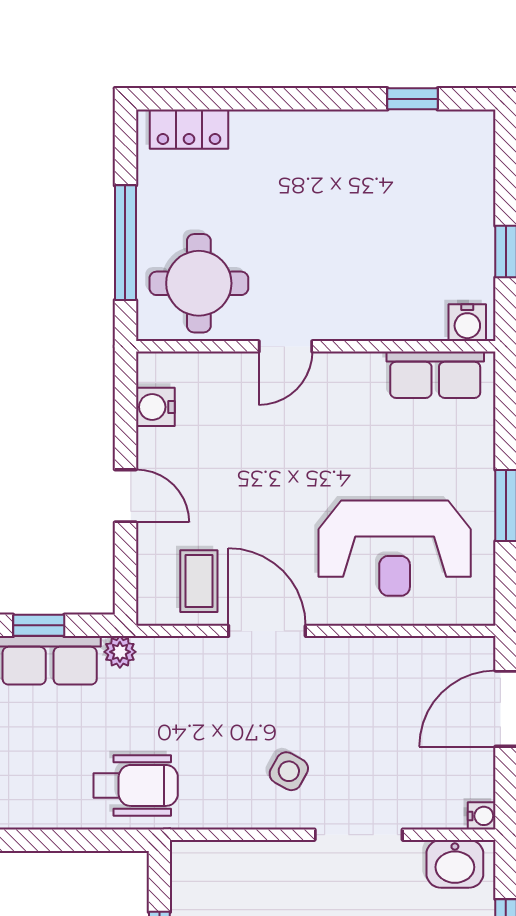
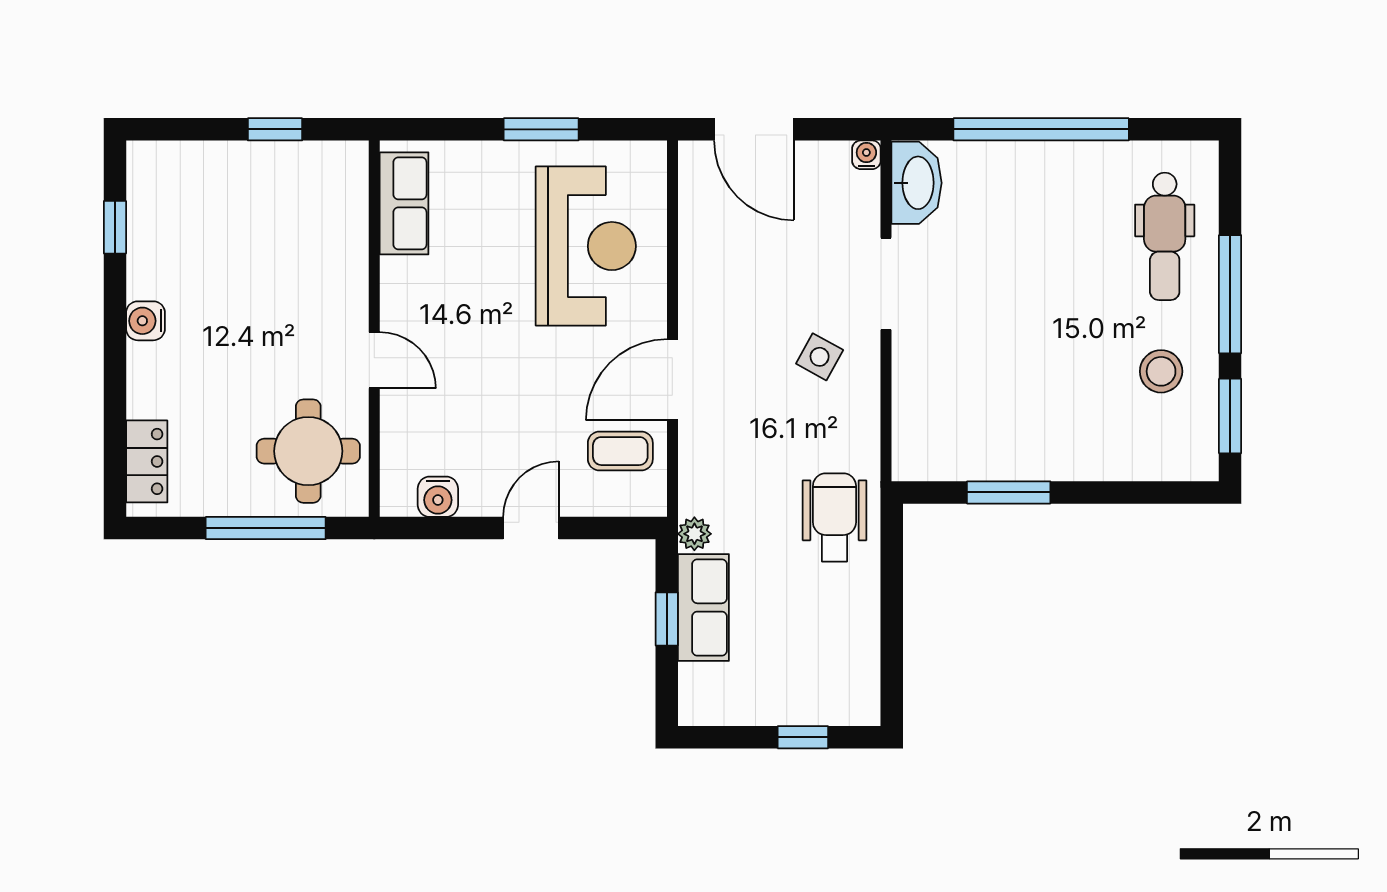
water cooler: (467, 323) -> (145, 321), moved, turned 180
washbasin: (455, 864) -> (917, 183), width x1.38

